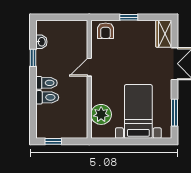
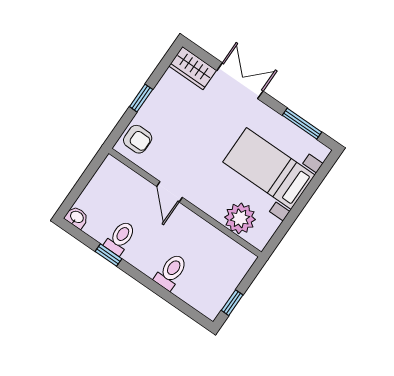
washbasin: (41, 42) -> (77, 217), moved
toilet: (47, 83) -> (120, 238), moved

